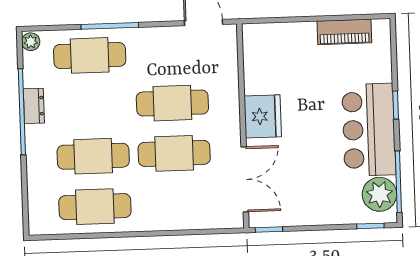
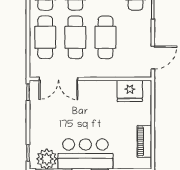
fridge: (263, 116) -> (130, 91), moved
cafe table: (176, 204) -> (45, 37), added

